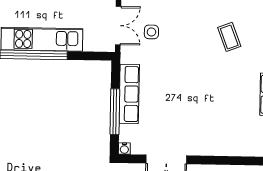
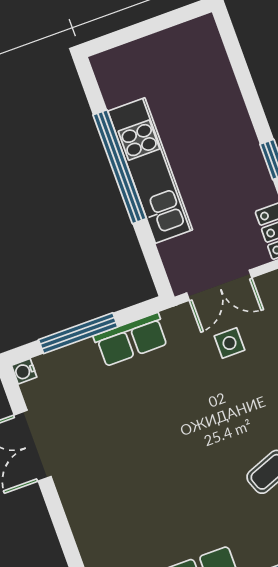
row of seats: (129, 94) -> (131, 340), width x0.68

